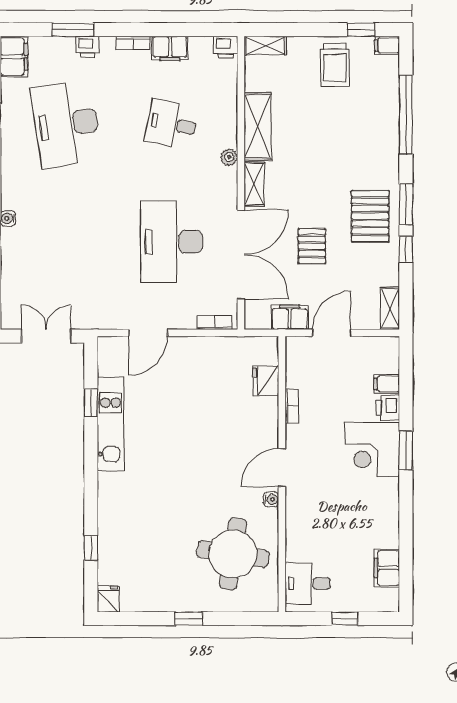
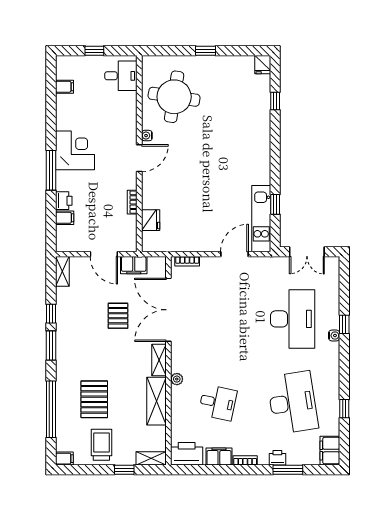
window: (361, 30) -> (124, 470), moved
printer: (226, 47) -> (187, 454), width x1.87, depth x1.48
pallet: (370, 216) -> (94, 399), moved
desk: (172, 242) -> (293, 319), moved
door: (332, 333) -> (104, 254), hinge flipped
kitchen unit: (111, 424) -> (261, 219), moved
corner desk: (372, 450) -> (75, 150), moved
window: (406, 451) -> (51, 170), width x1.44
filing cabinet: (387, 568) -> (65, 87), width x0.50

